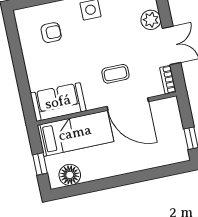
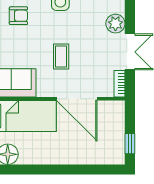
coffee table: (115, 74) -> (61, 56), moved, turned 90

